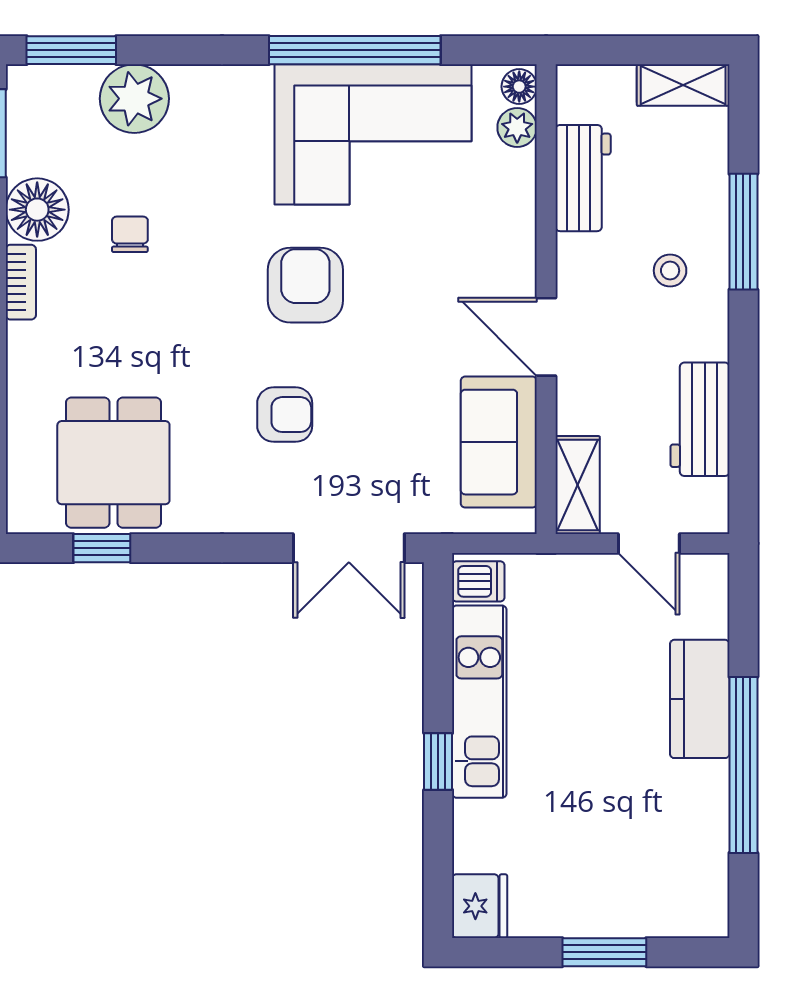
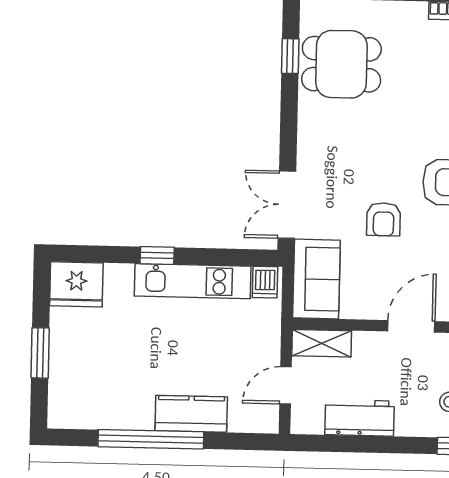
armchair: (285, 415) -> (384, 219), moved
sofa: (499, 442) -> (316, 279), moved, turned 90
fridge: (480, 906) -> (76, 284), width x1.36, depth x1.34

